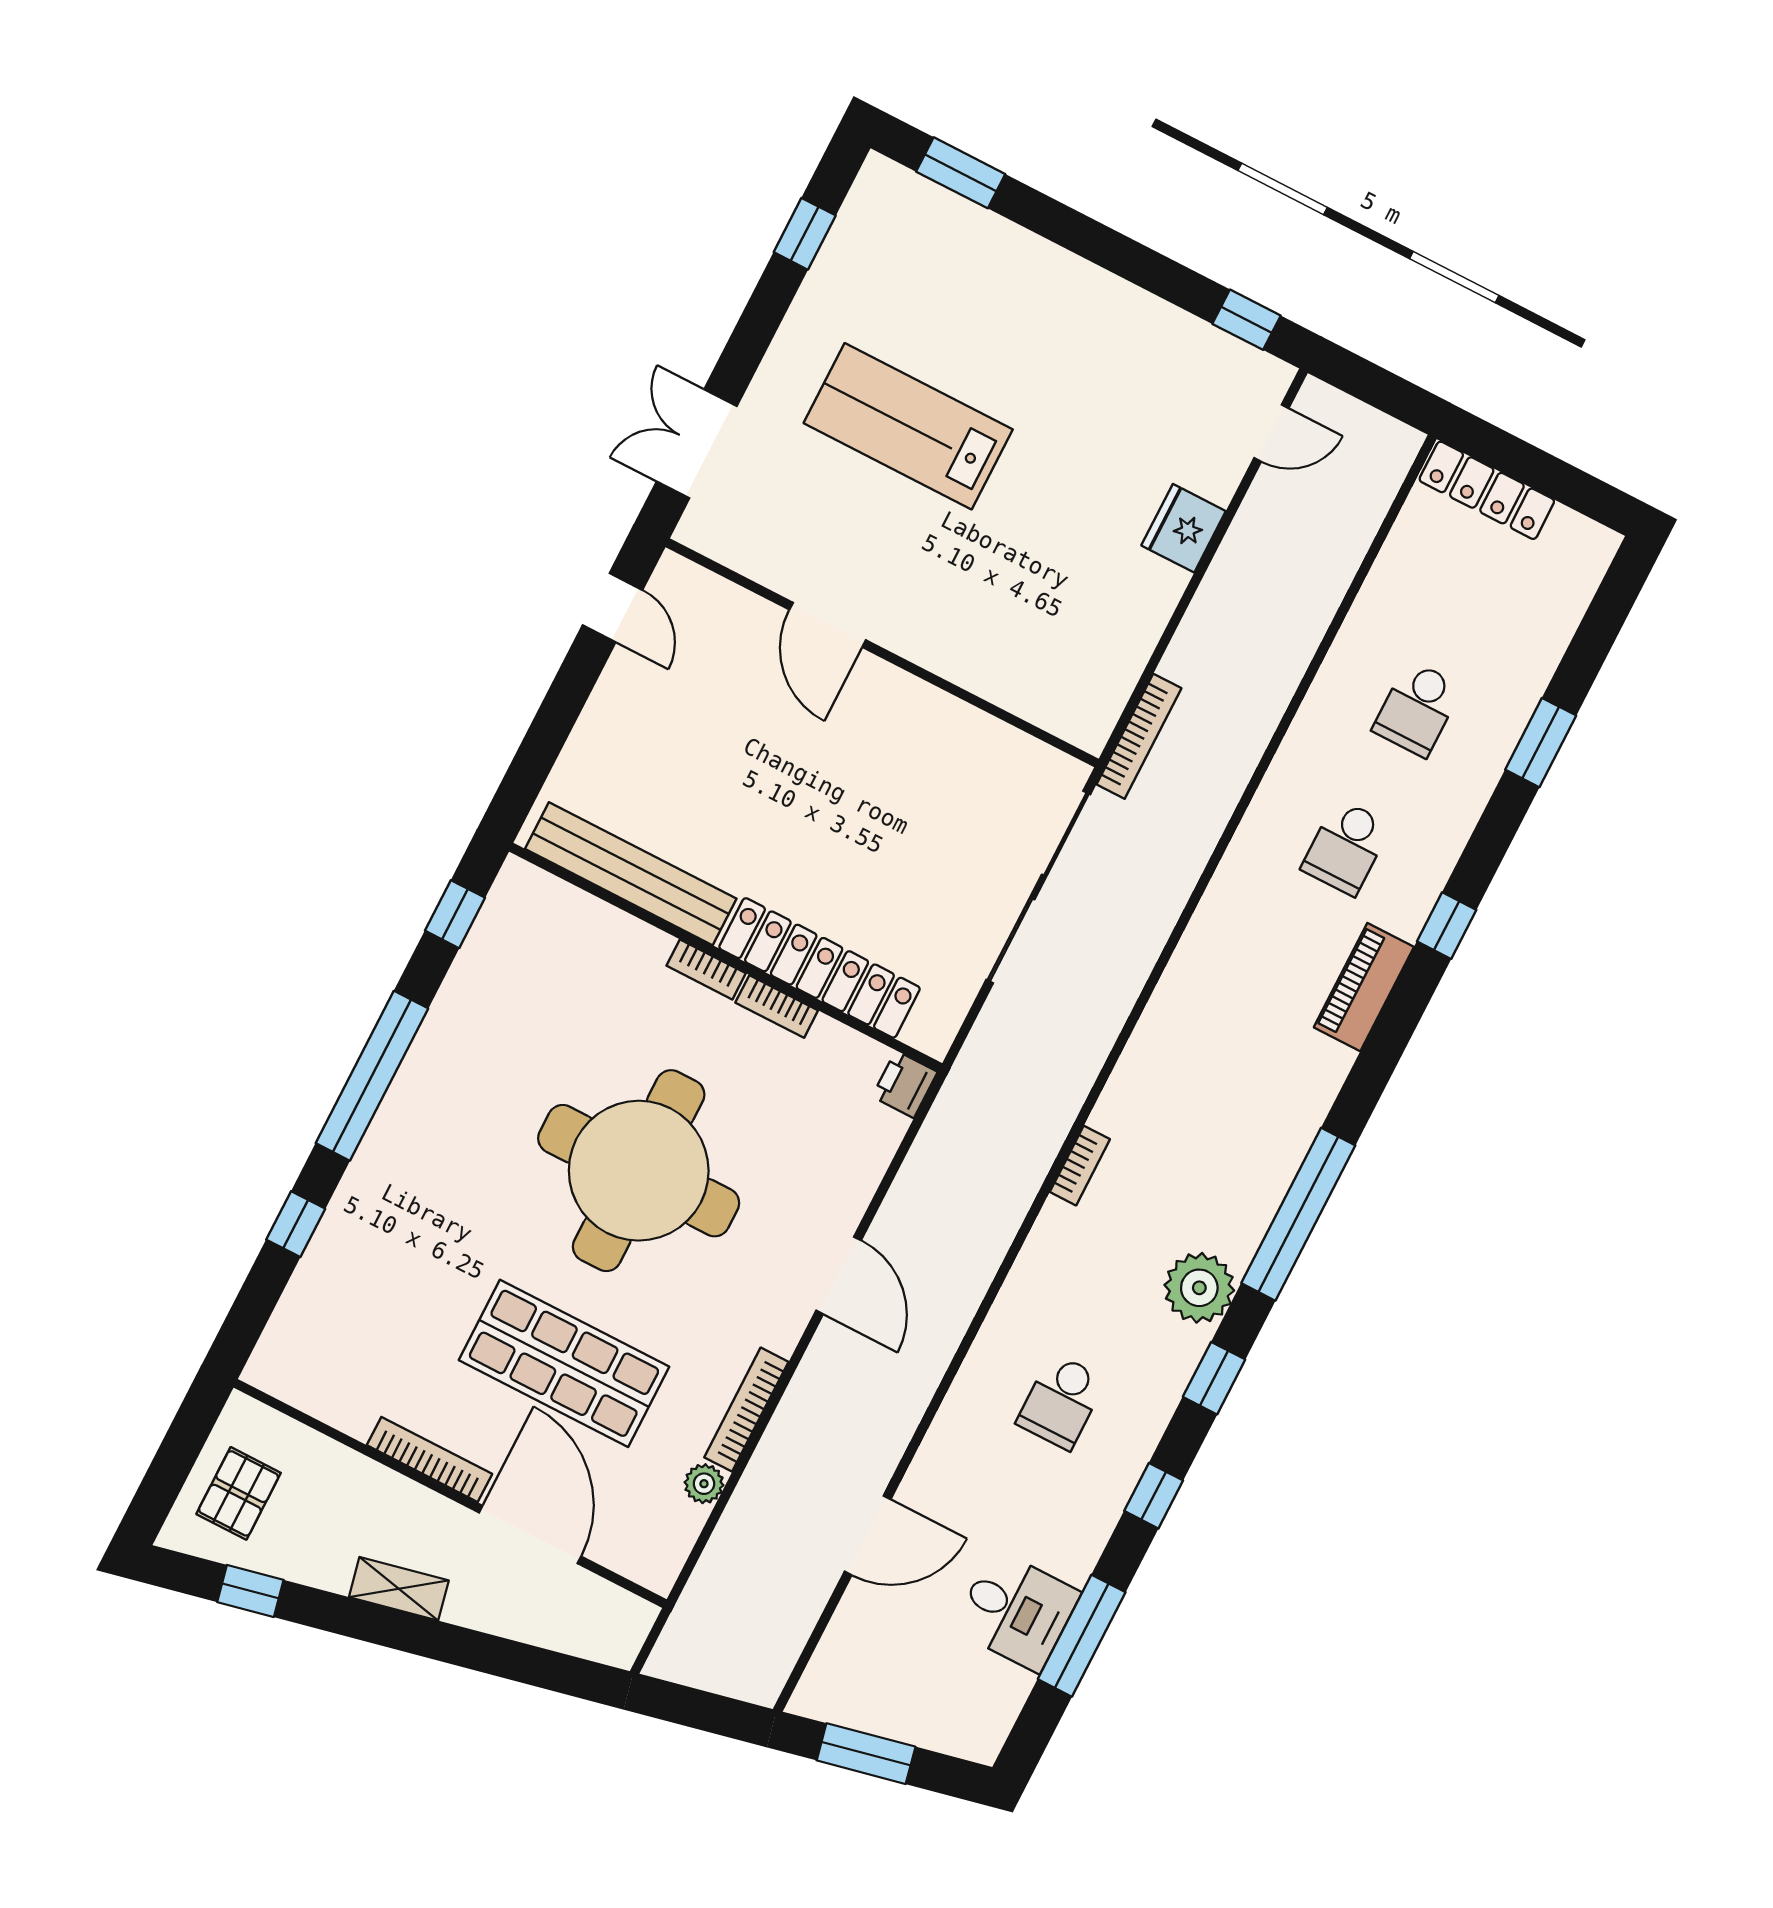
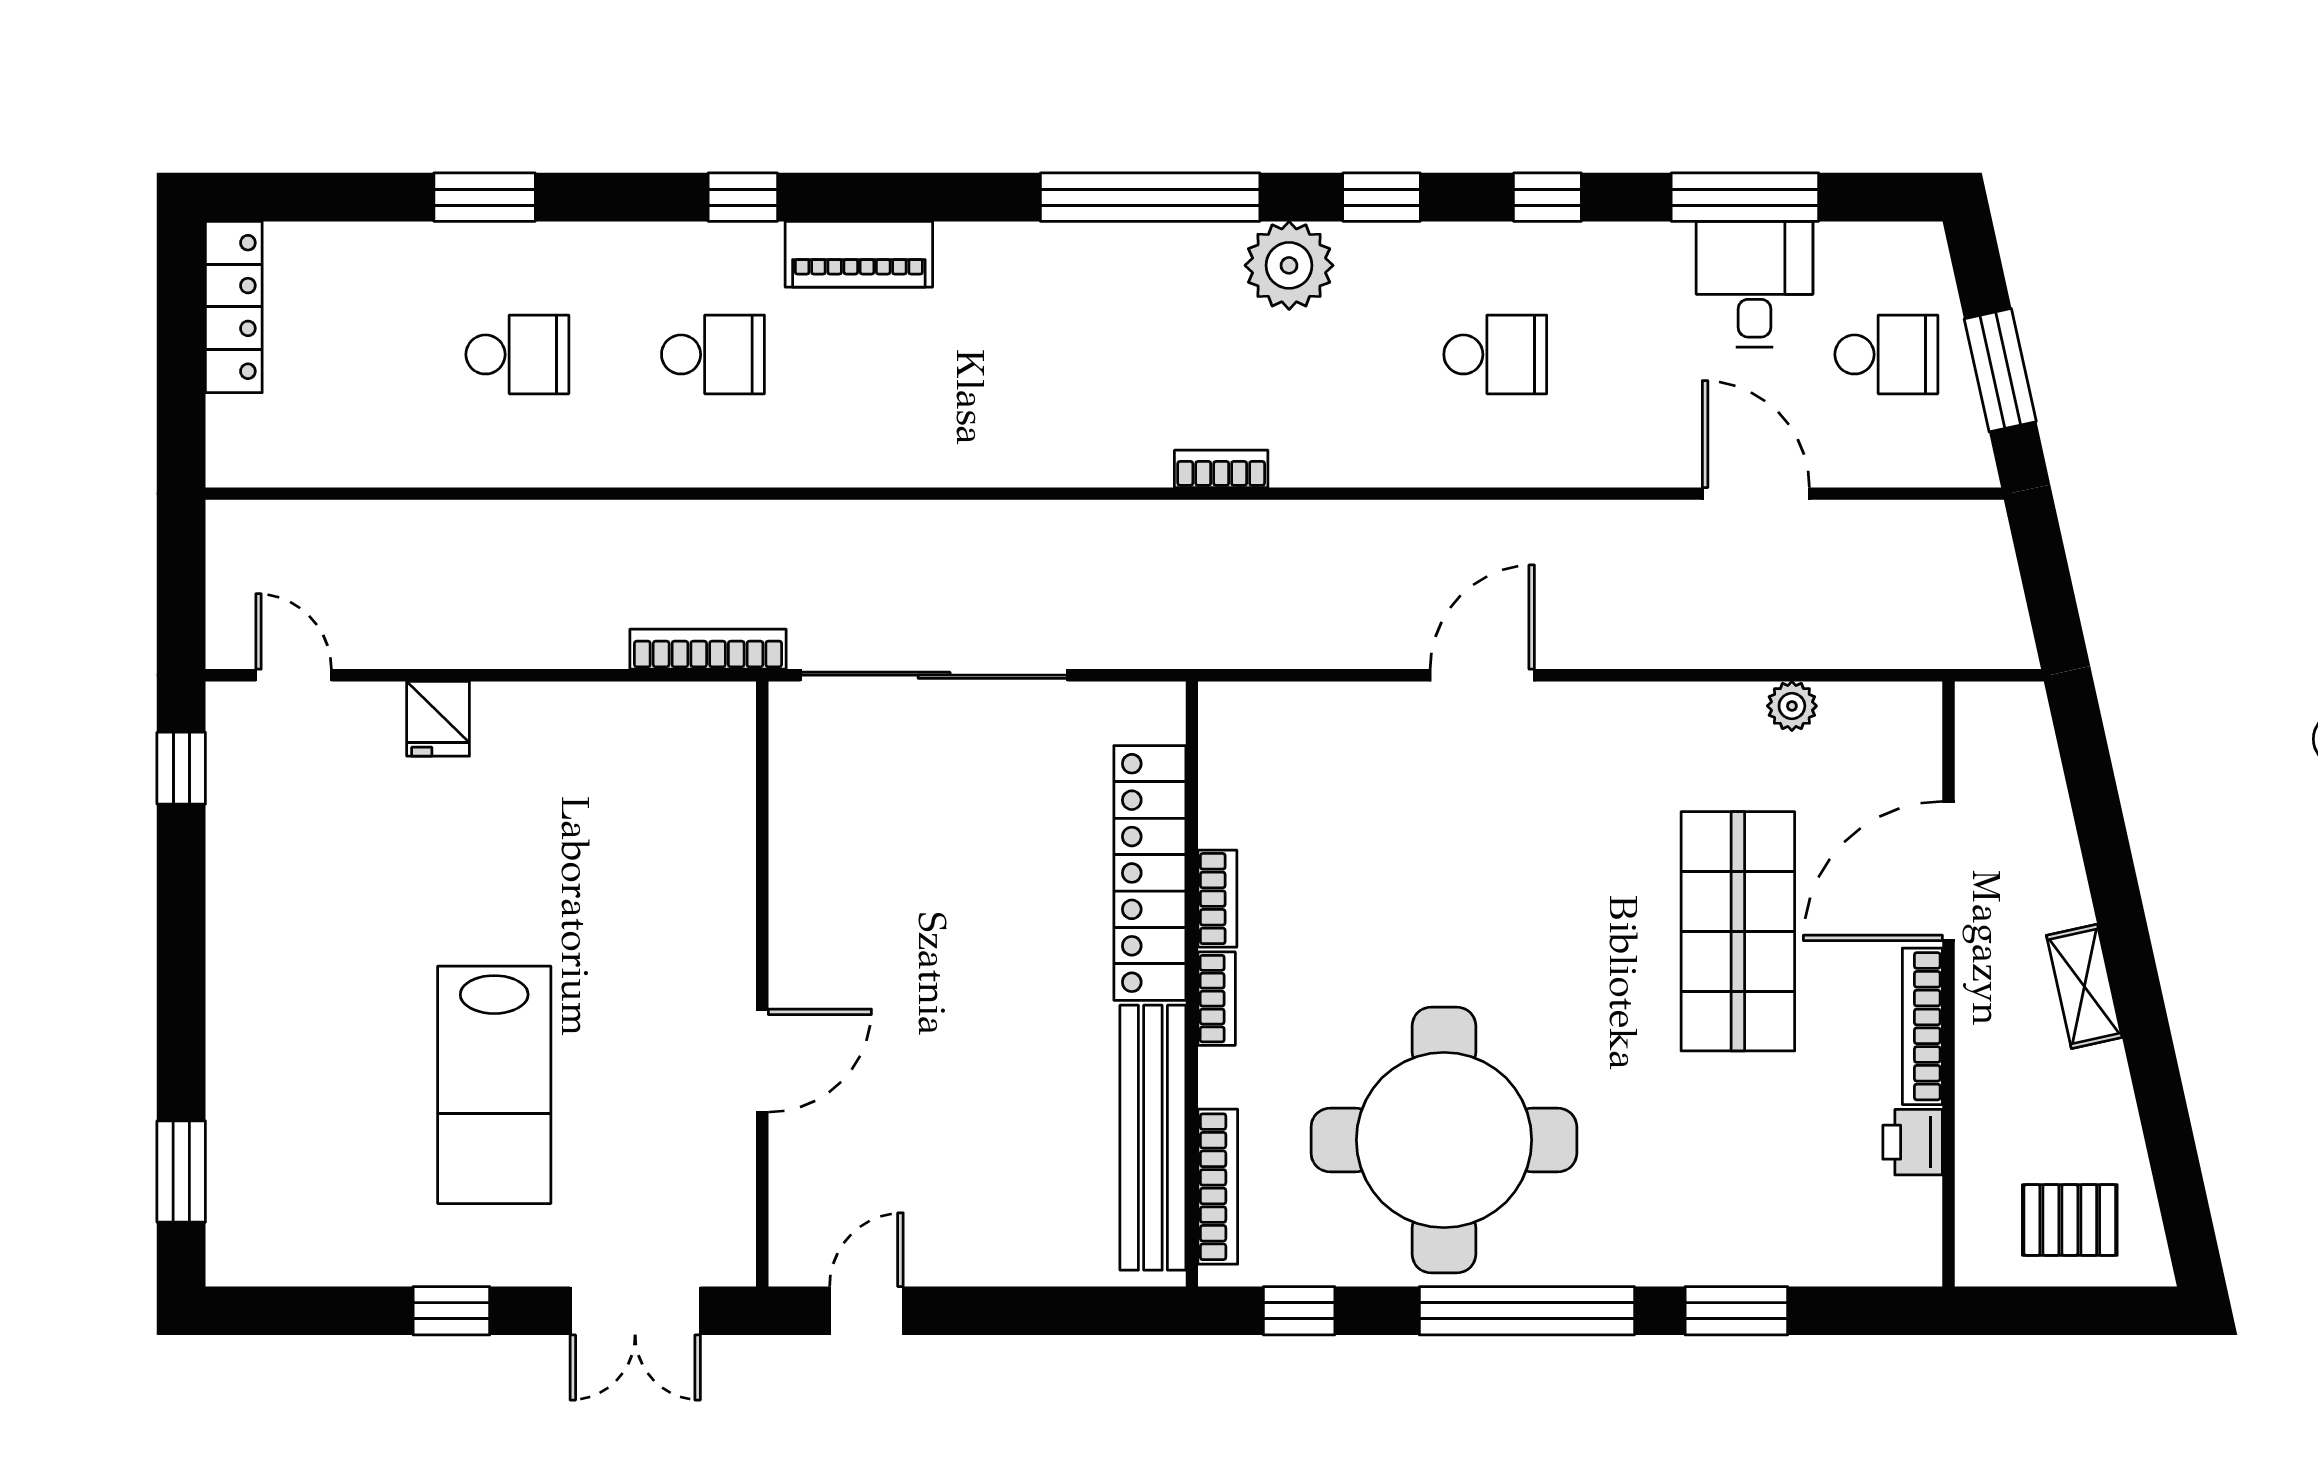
window: (805, 234) -> (451, 1311), moved
locker: (1487, 490) -> (234, 307), moved
fridge: (1184, 528) -> (438, 719), width x0.72
printer: (905, 1084) -> (1913, 1142), moved, turned 90
round table: (639, 1171) -> (1444, 1140), moved
window: (296, 1224) -> (1736, 1311), width x1.50
bookcase: (746, 1410) -> (1218, 1187), moved, turned -90
window: (250, 1591) -> (2172, 1151), removed
school desk: (919, 1679) -> (1886, 354), added

